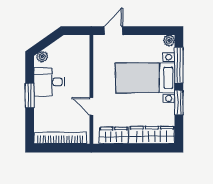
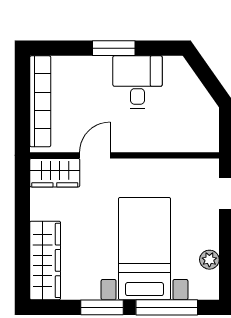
plant: (169, 40) -> (209, 260), moved
plant: (42, 57) -> (181, 70), removed
wardrobe: (114, 136) -> (55, 173), moved, turned 90

